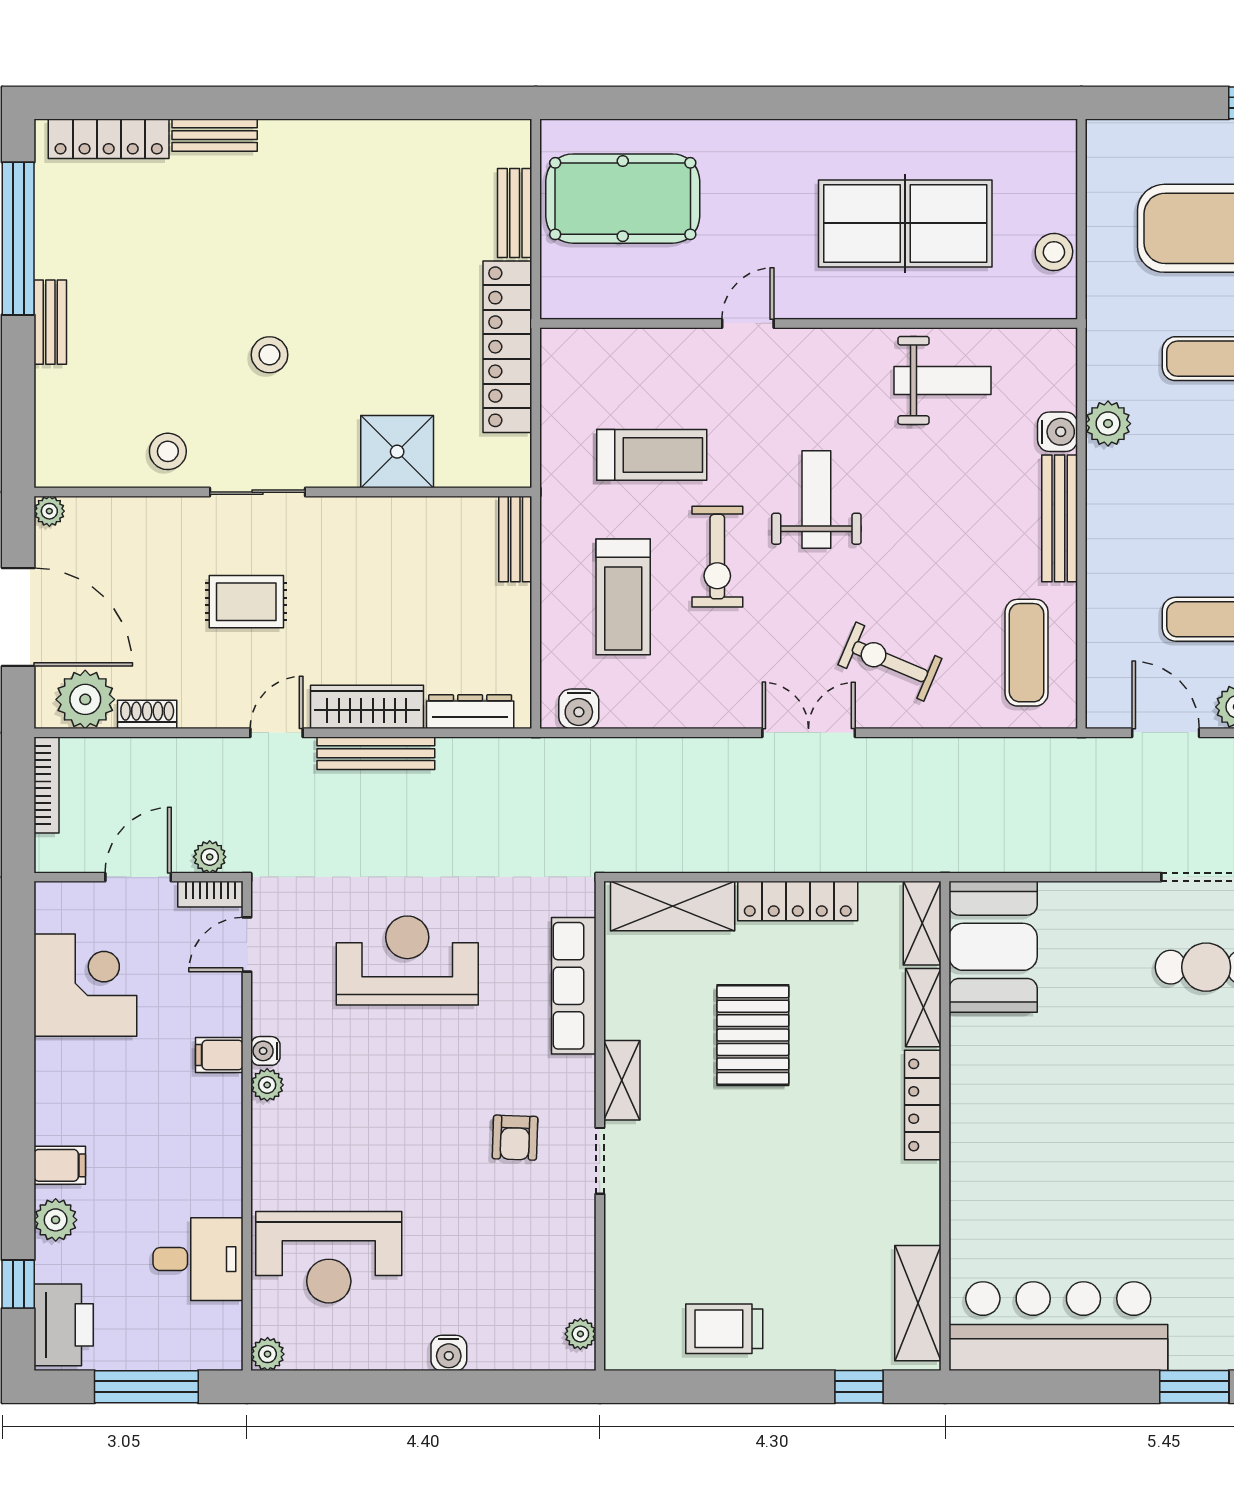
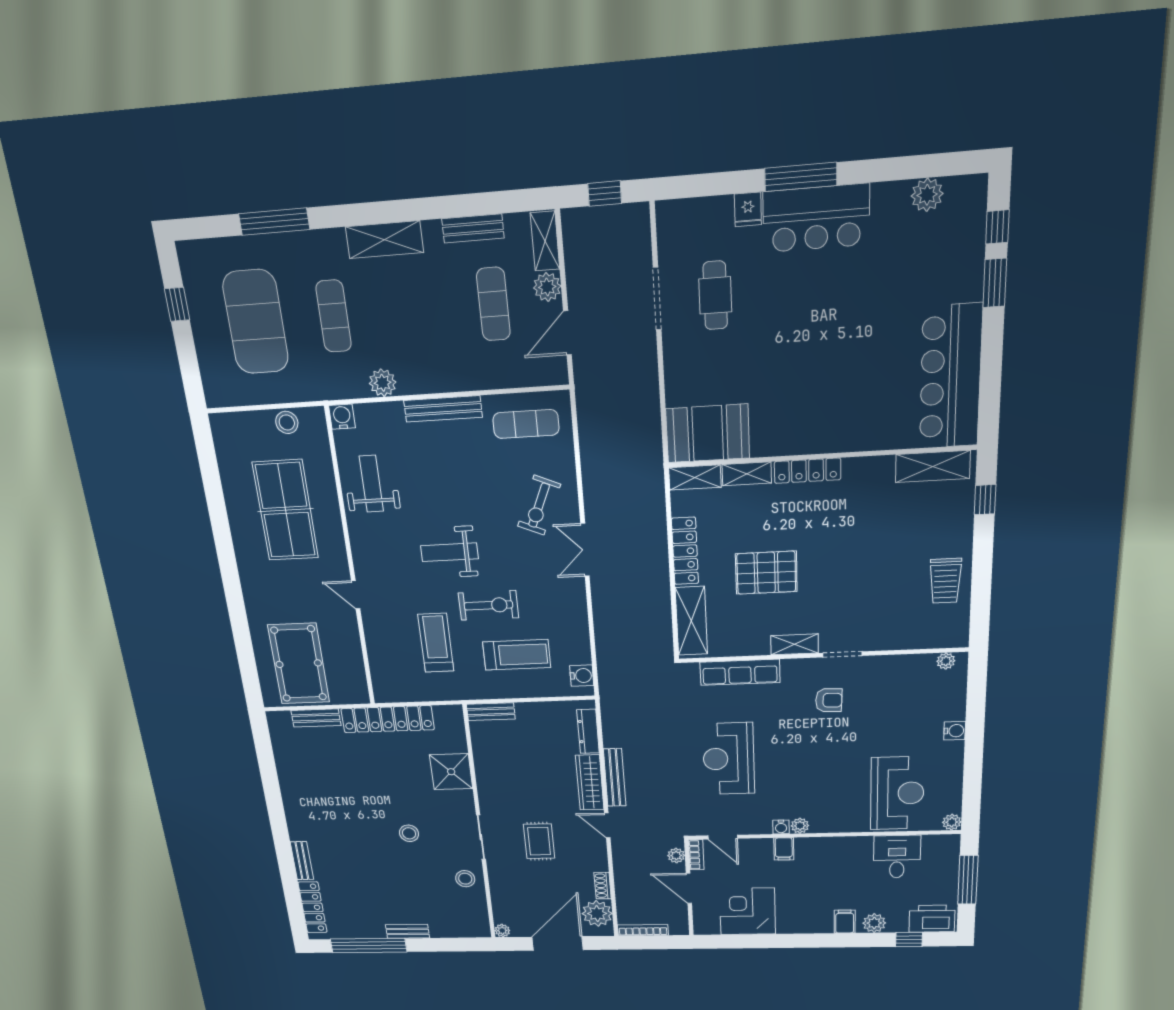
water cooler: (1058, 432) -> (342, 417), moved

